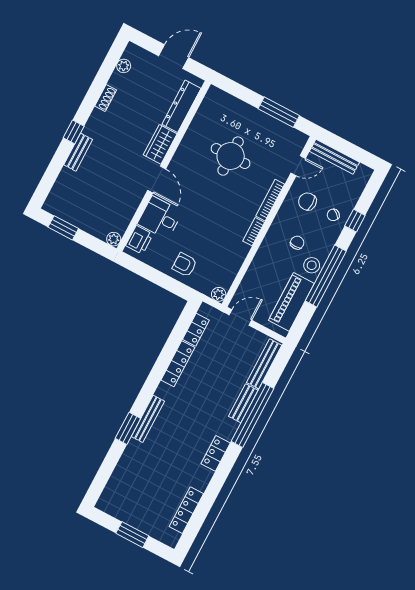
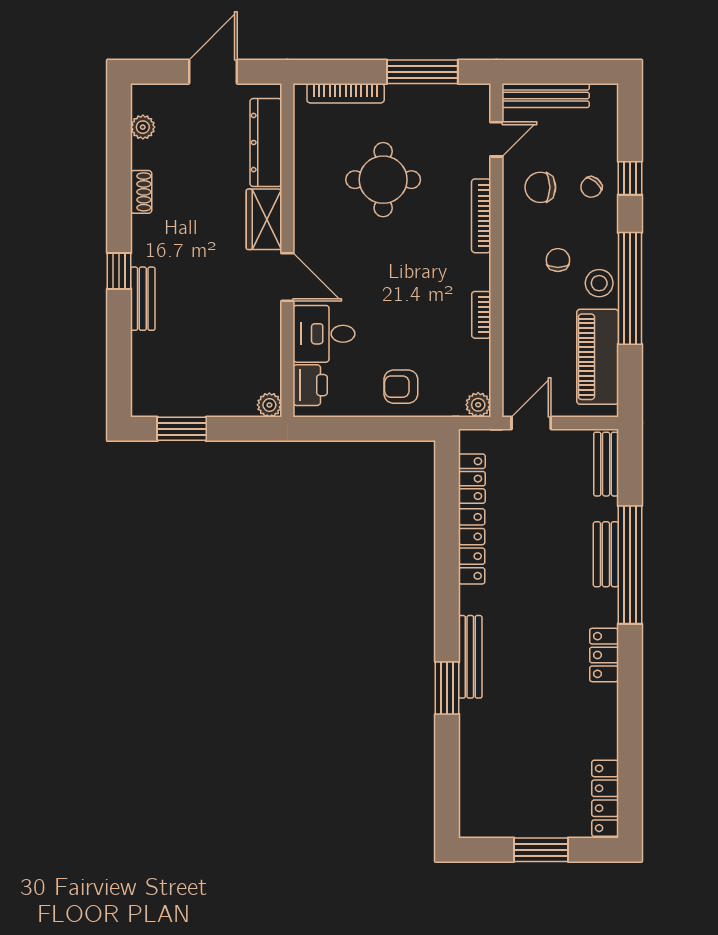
bookcase: (235, 103) -> (346, 93), added
bookcase: (254, 232) -> (481, 315), moved
bench: (264, 364) -> (606, 464), width x0.73
locker: (186, 510) -> (605, 798), moved

